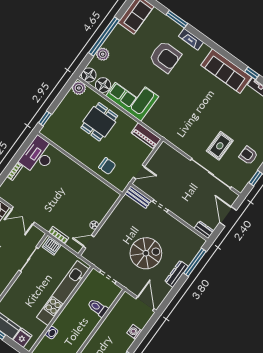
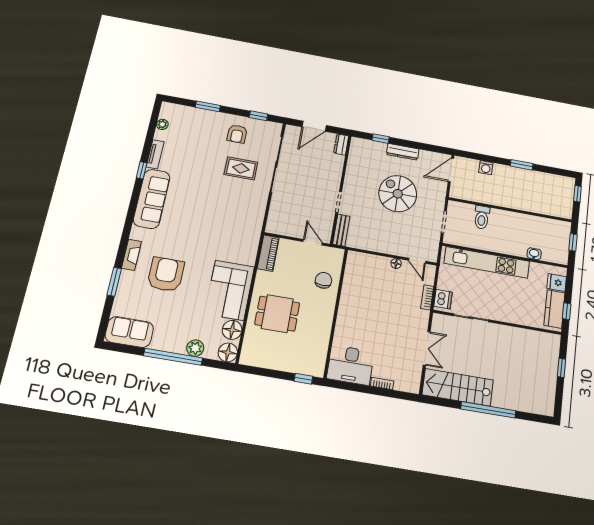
plant: (79, 88) -> (249, 357), removed
window: (195, 262) -> (381, 139), width x0.46

